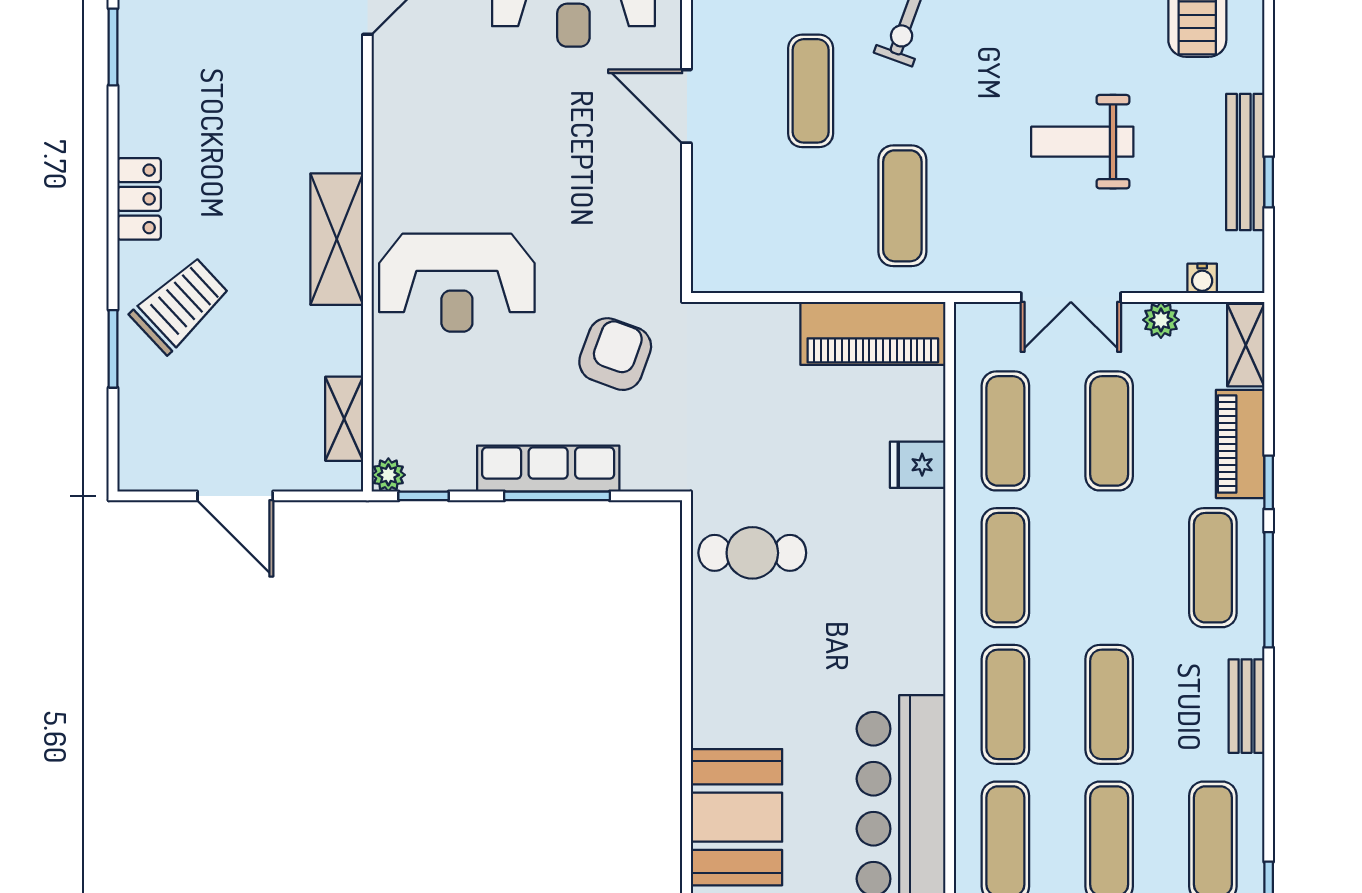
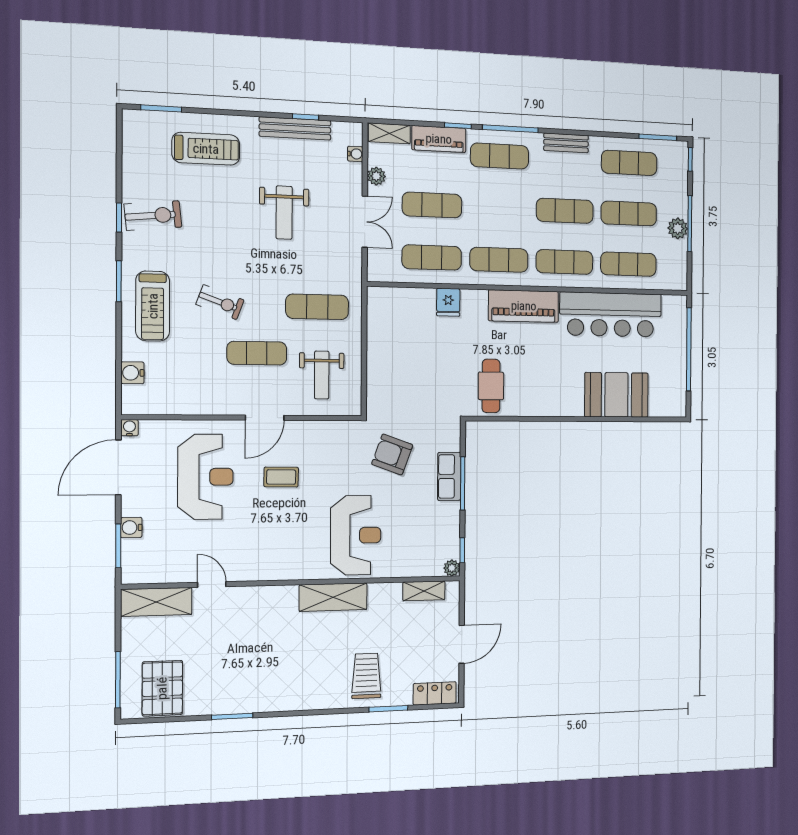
coffee table: (572, 138) -> (281, 477), added
locker: (139, 199) -> (435, 693), moved
weight bench: (770, 215) -> (322, 375), added
trolley: (180, 305) -> (366, 676), turned 43
piano: (873, 333) -> (524, 306), moved, turned 90
row of seats: (548, 469) -> (449, 476), width x0.68

